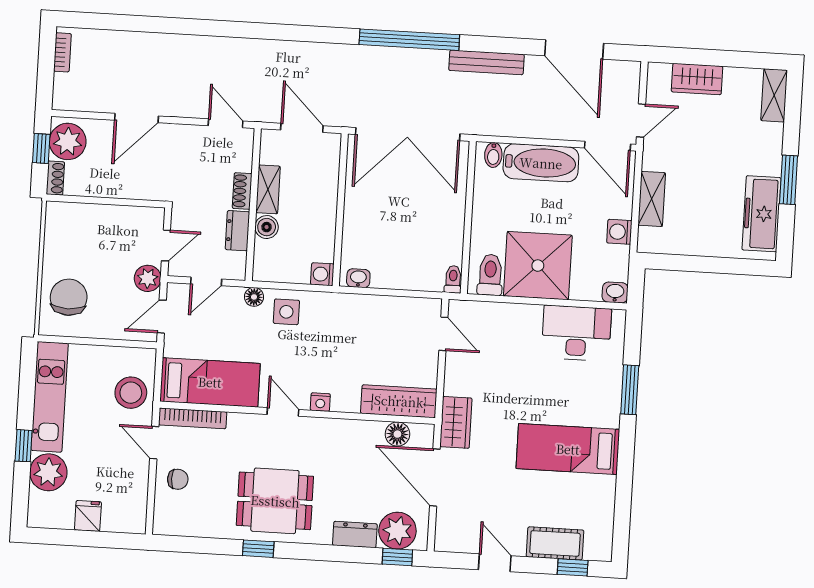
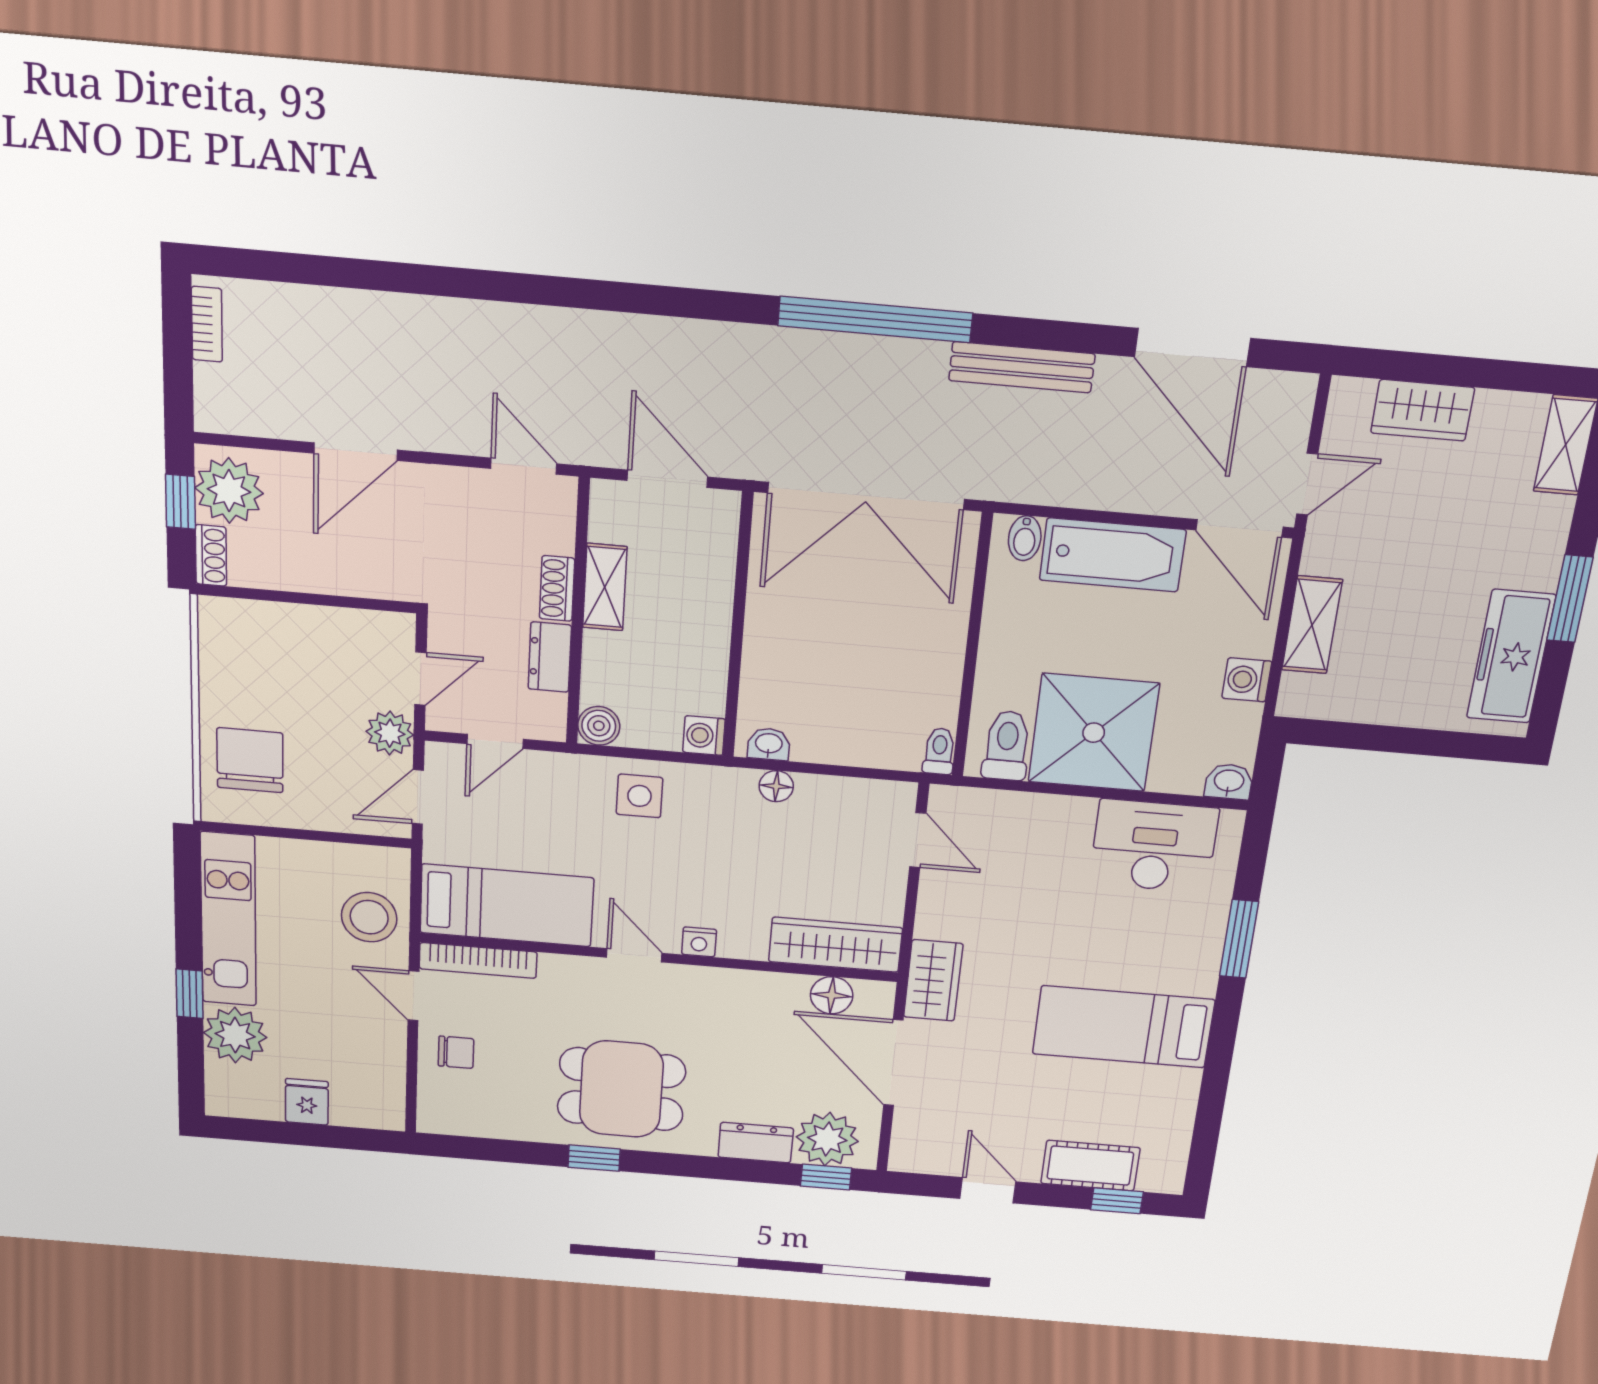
boiler: (267, 227) -> (599, 726), moved
floor lamp: (254, 297) -> (776, 786), moved

